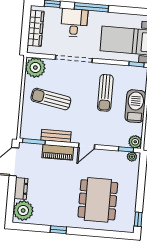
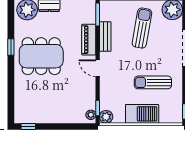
dining table: (98, 200) -> (41, 56), moved

